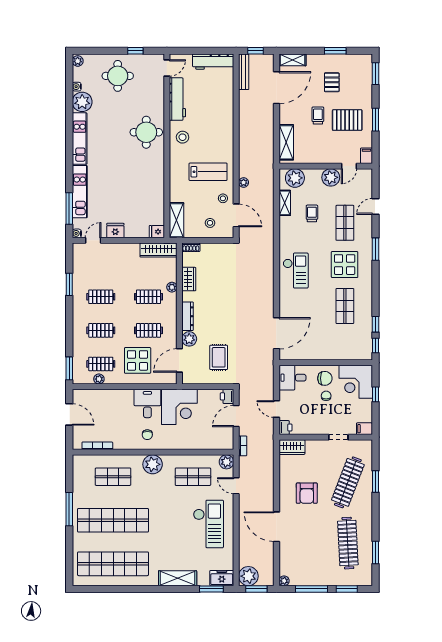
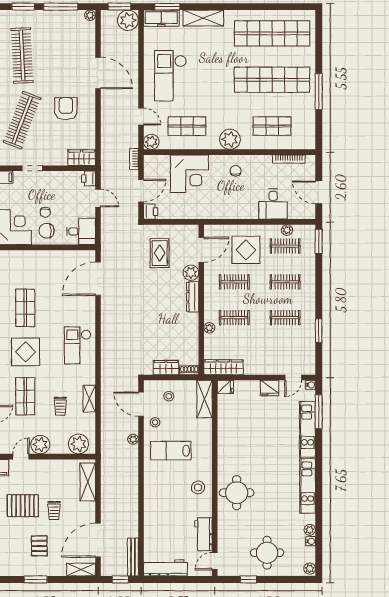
workbench: (177, 99) -> (204, 534), width x0.73
plant: (82, 102) -> (310, 530), width x0.53, depth x0.53
shelving: (285, 203) -> (89, 399), moved
wardrobe: (189, 279) -> (166, 368), moved, turned 90
desk: (147, 403) -> (273, 204), moved
corner desk: (179, 407) -> (189, 174), moved, turned 180
freezer: (222, 578) -> (161, 18), width x1.40

